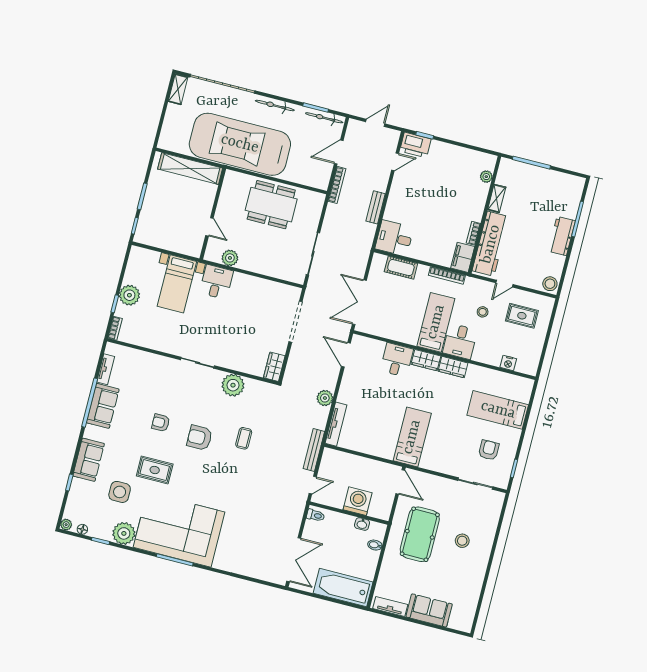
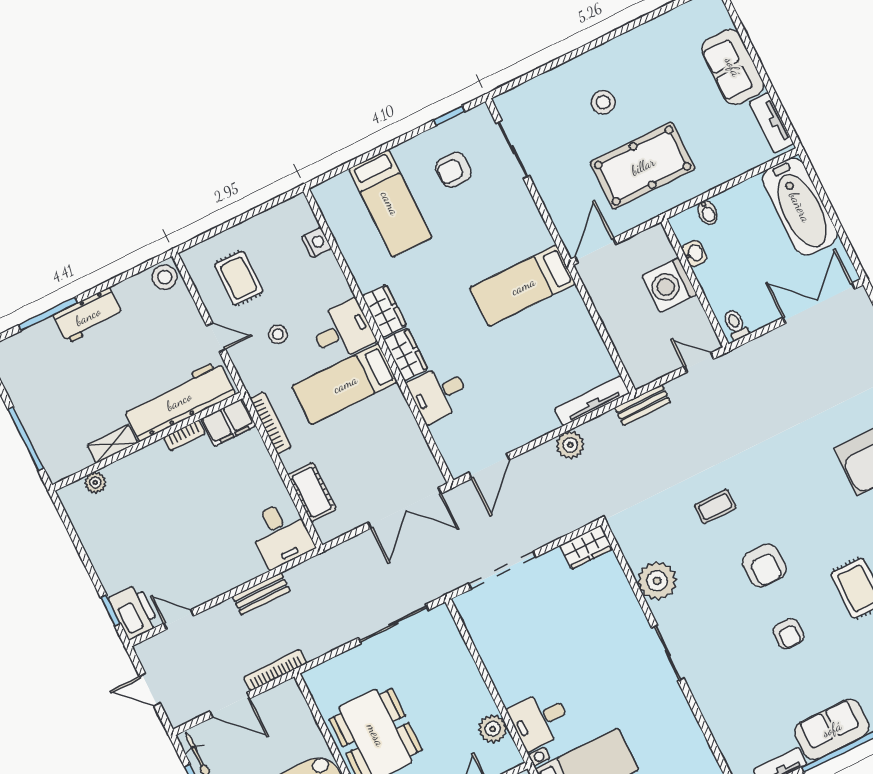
bench: (314, 450) -> (643, 405), width x0.73

